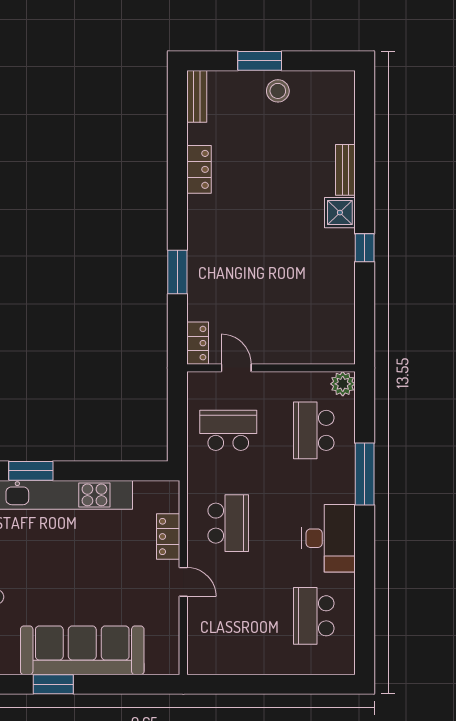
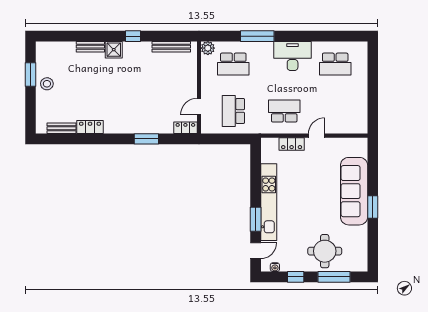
window: (260, 61) -> (30, 74), moved
bench: (197, 96) -> (62, 128), moved
bench: (345, 317) -> (171, 47), added

